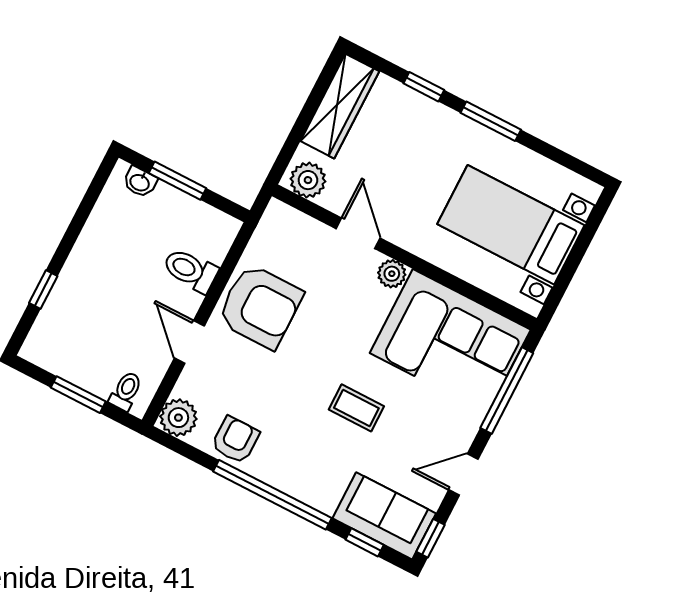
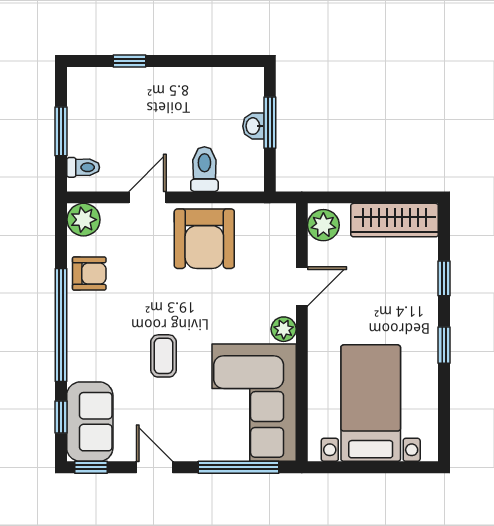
window: (491, 121) -> (444, 345), width x0.67
washbasin: (140, 182) -> (253, 126), moved

